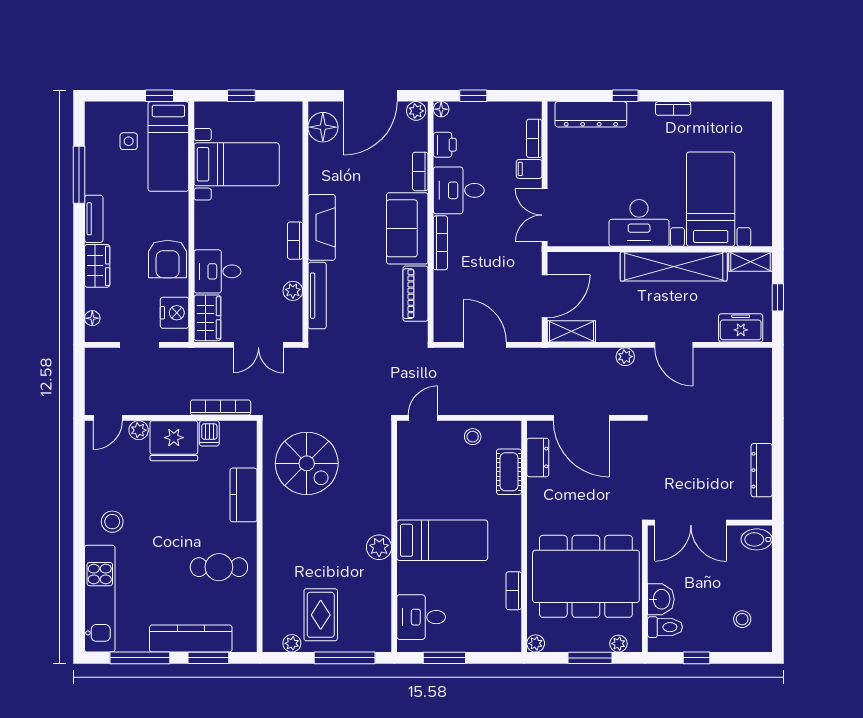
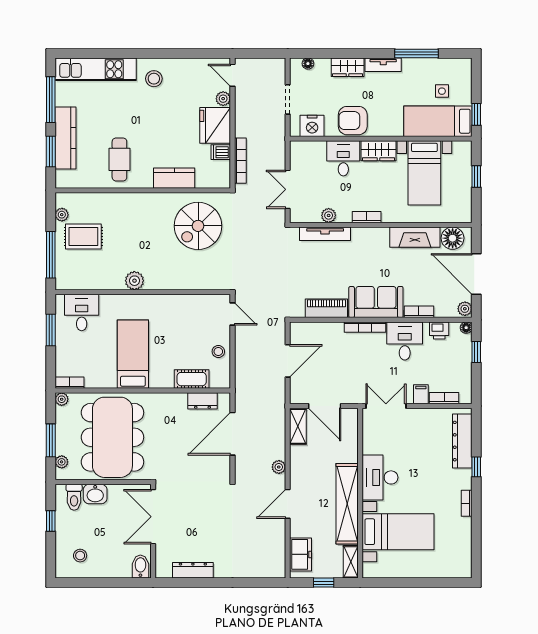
fireplace: (322, 227) -> (415, 237), moved
wardrobe: (207, 318) -> (378, 151), moved
bed: (442, 540) -> (133, 354), moved, turned 180
bookcase: (514, 591) -> (70, 383), moved

